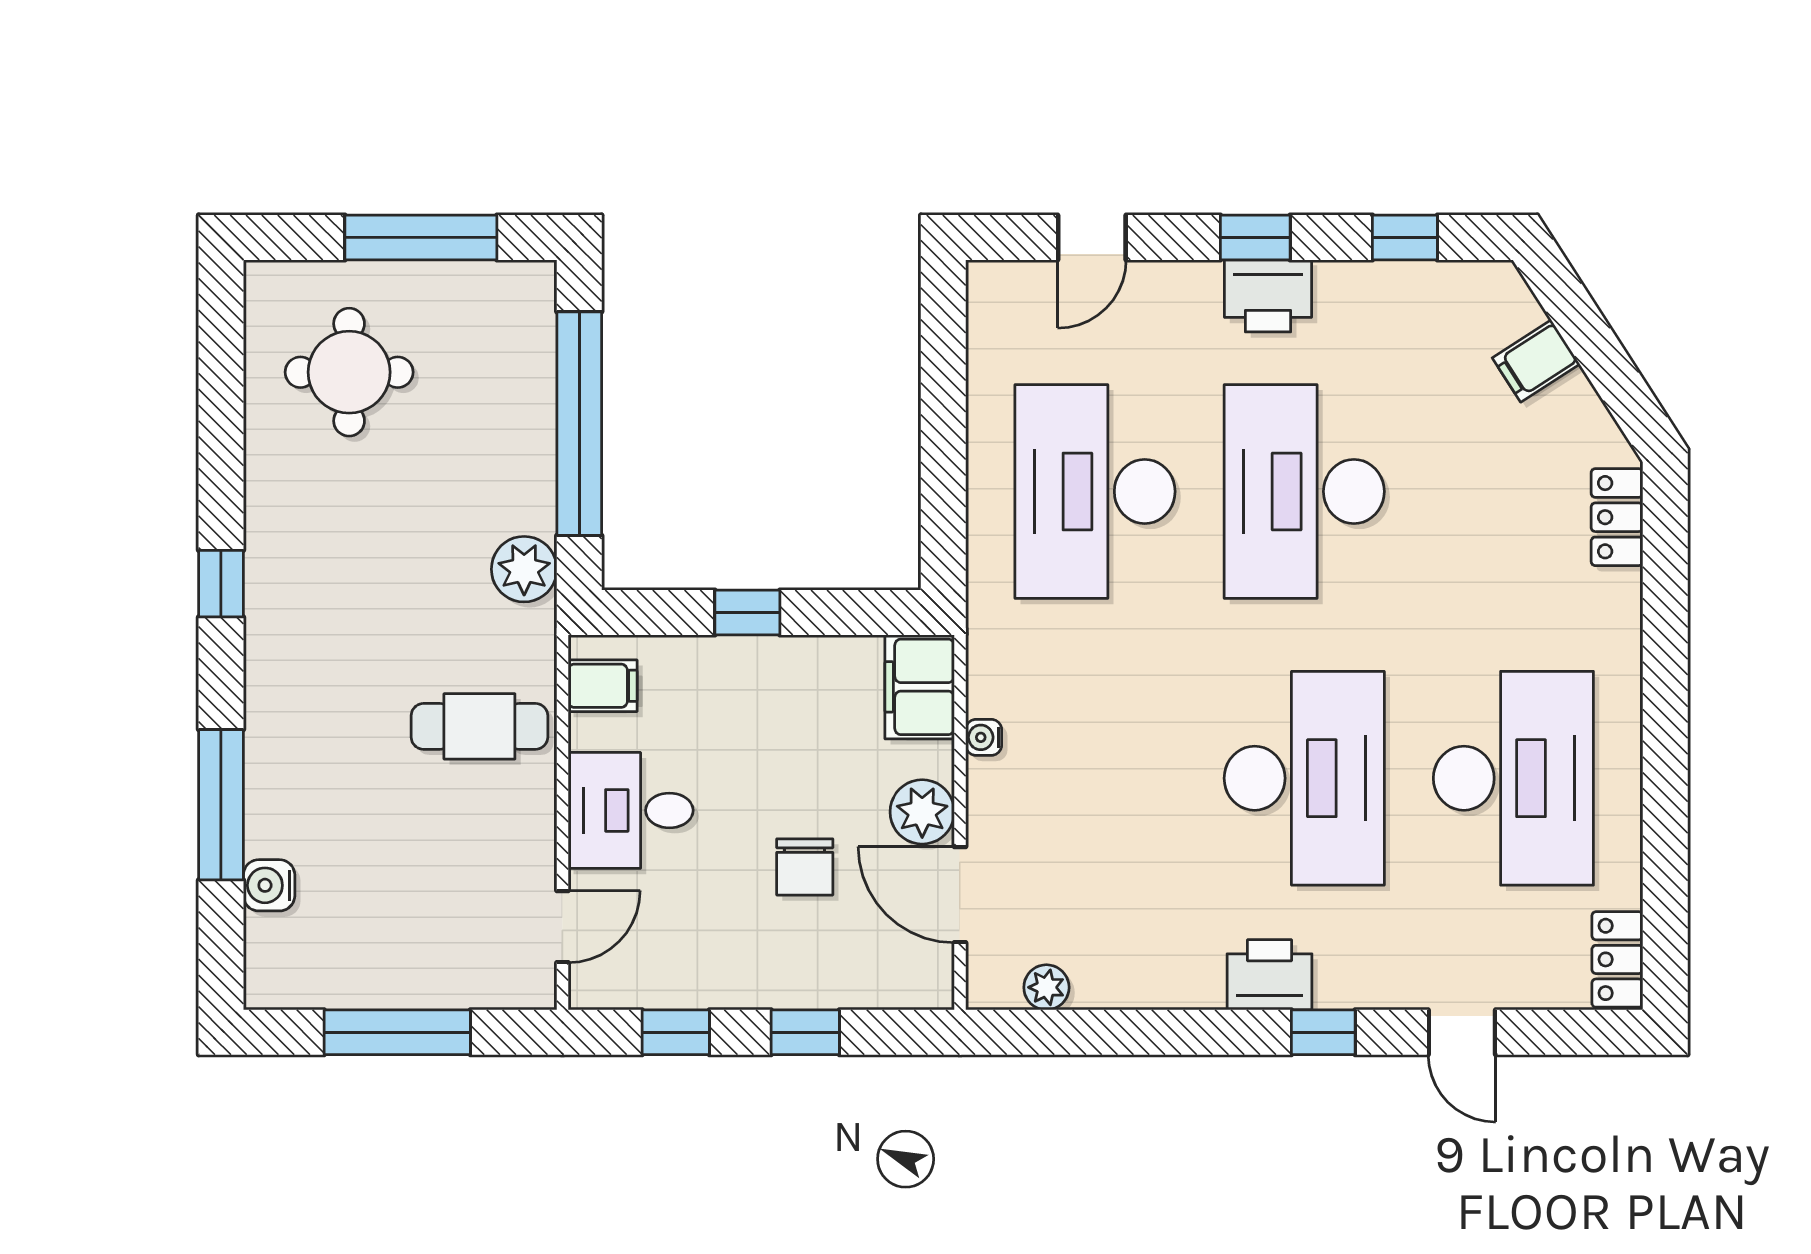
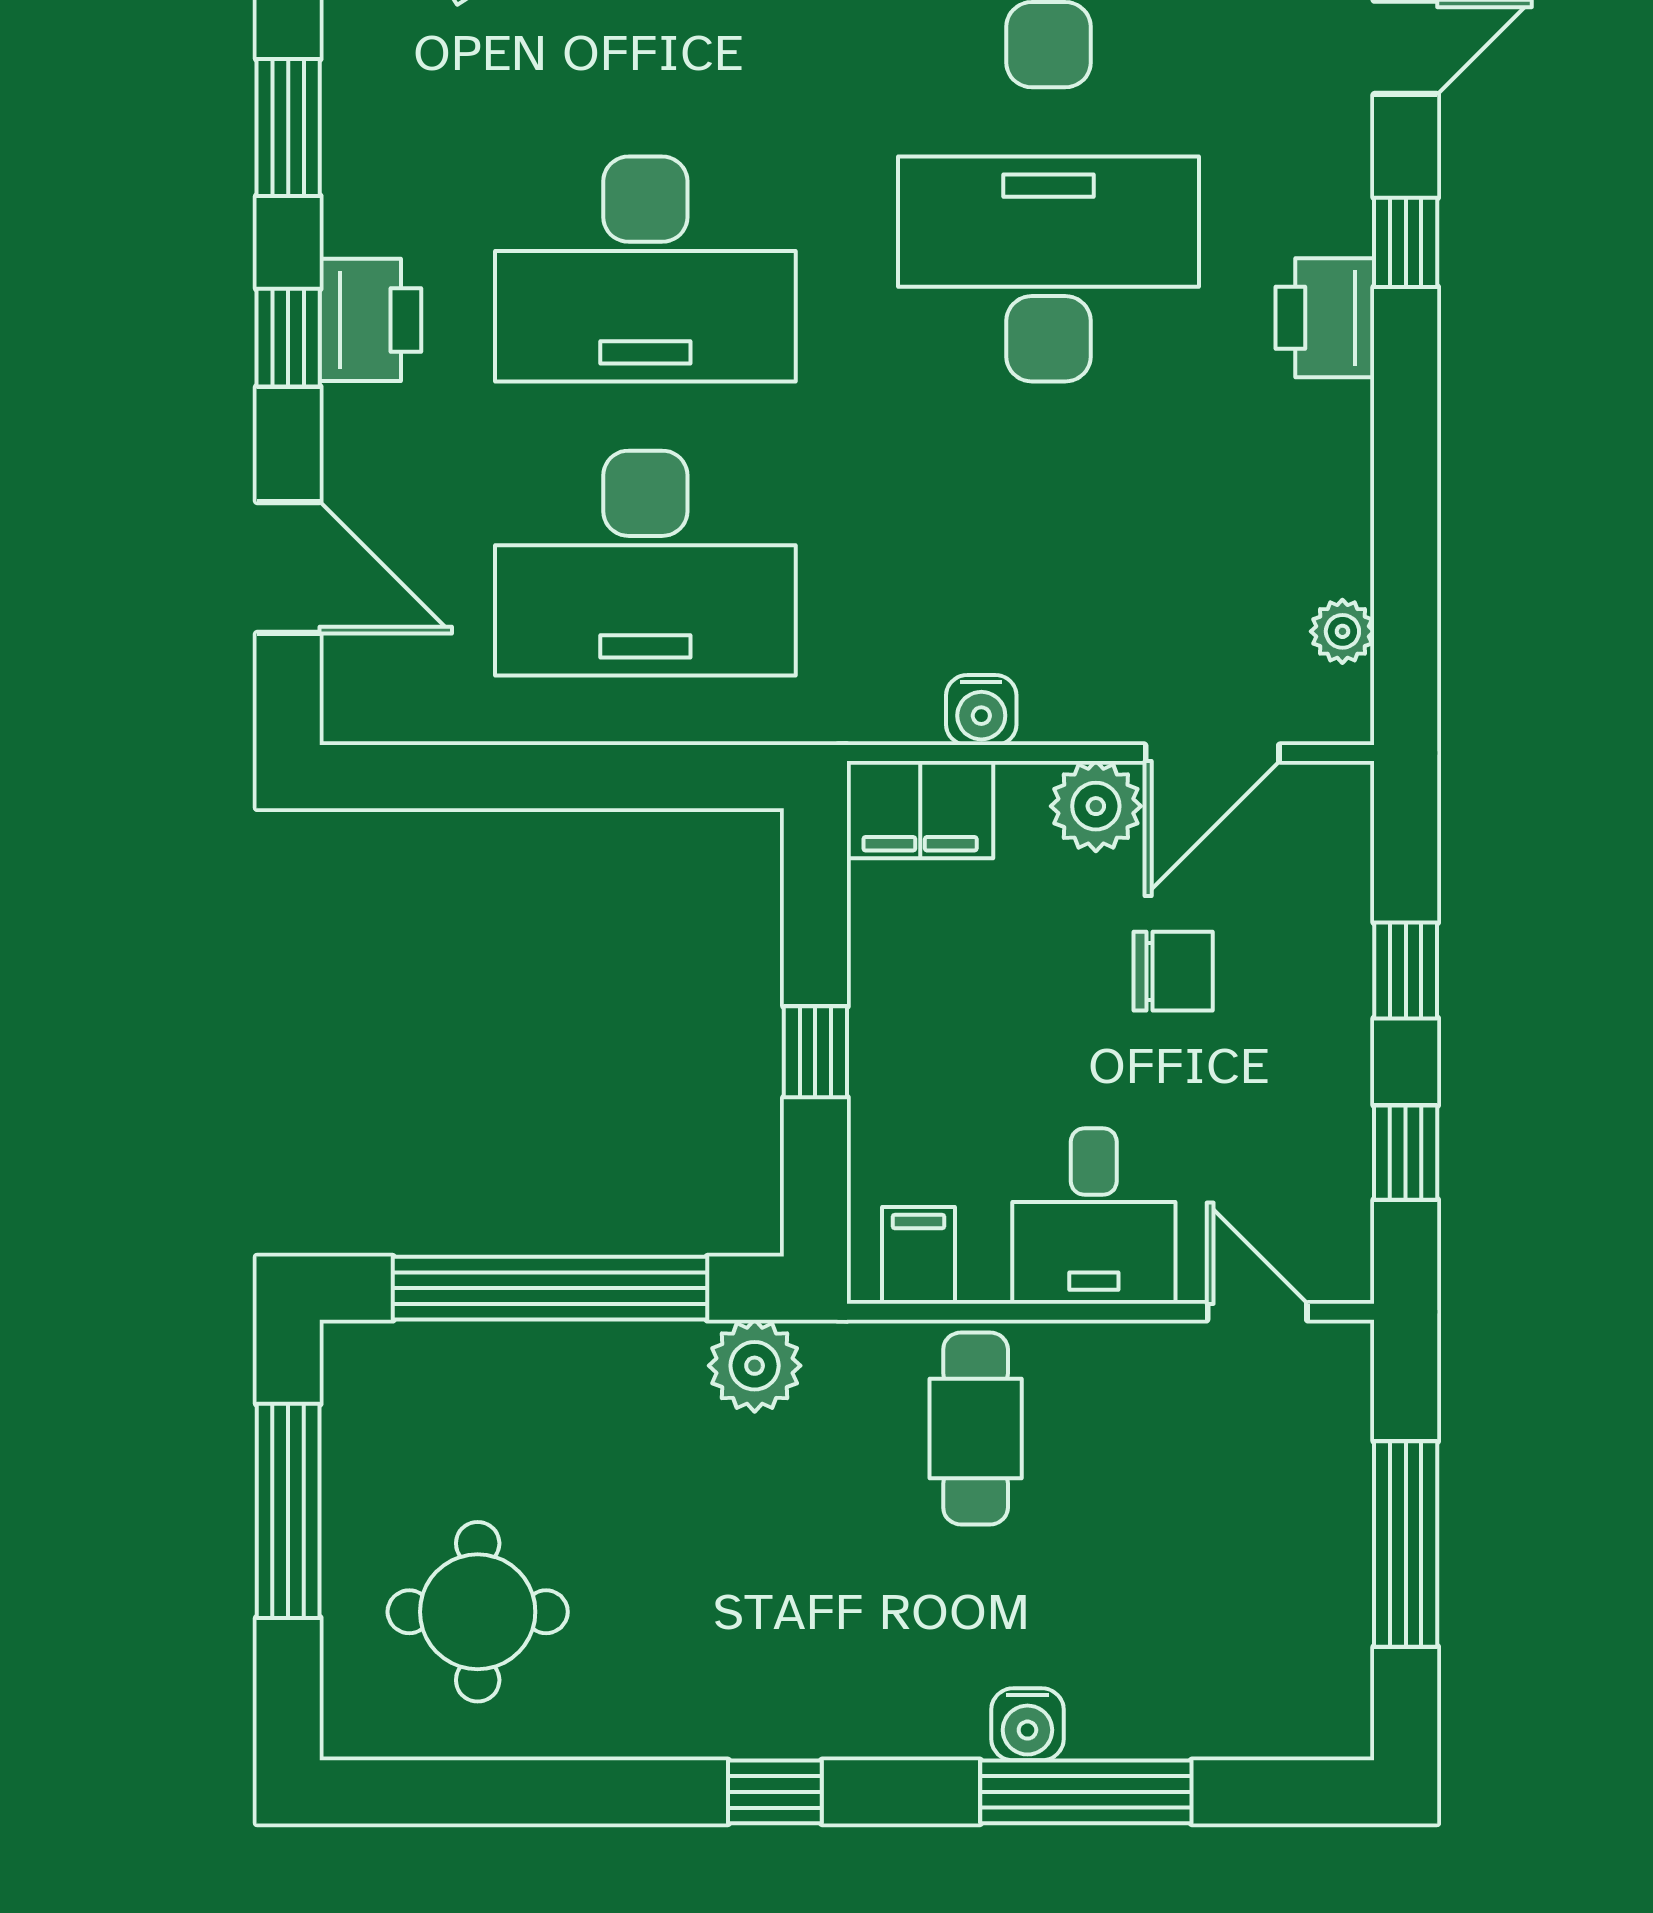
door: (1092, 237) -> (288, 567), width x1.38
window: (1405, 237) -> (288, 128), width x1.50
water cooler: (984, 737) -> (981, 710), width x1.38, depth x1.38
water cooler: (269, 885) -> (1027, 1724), moved

